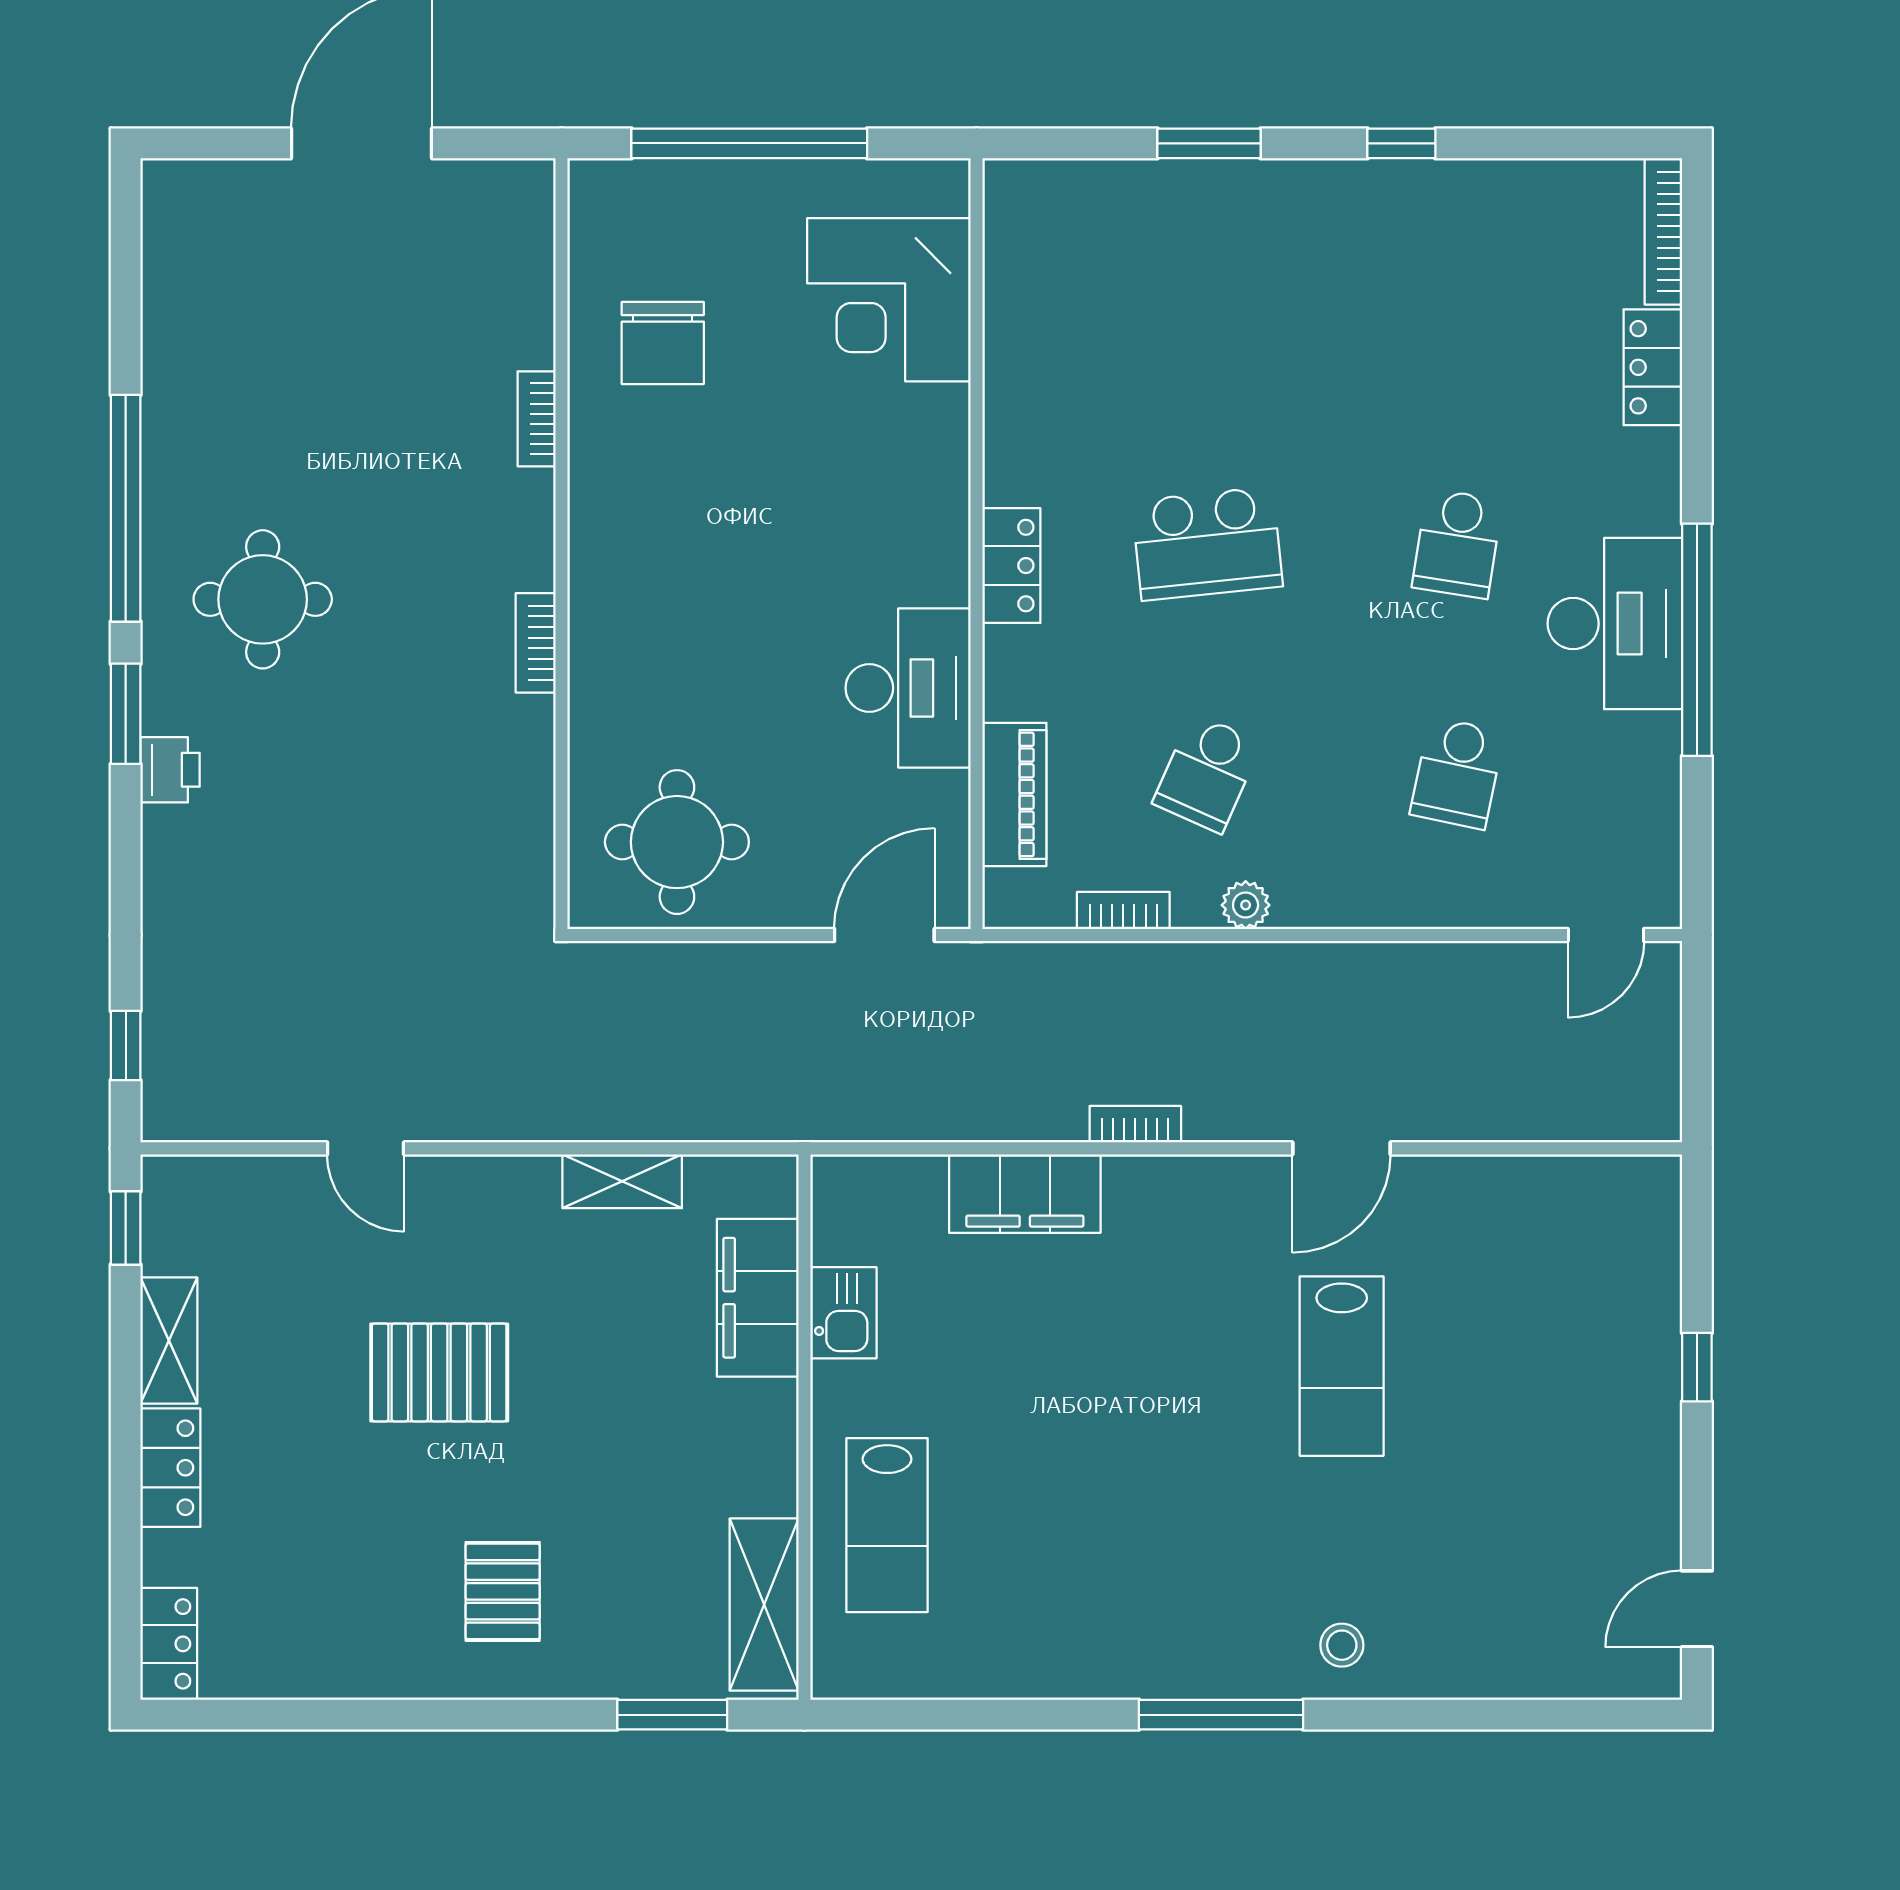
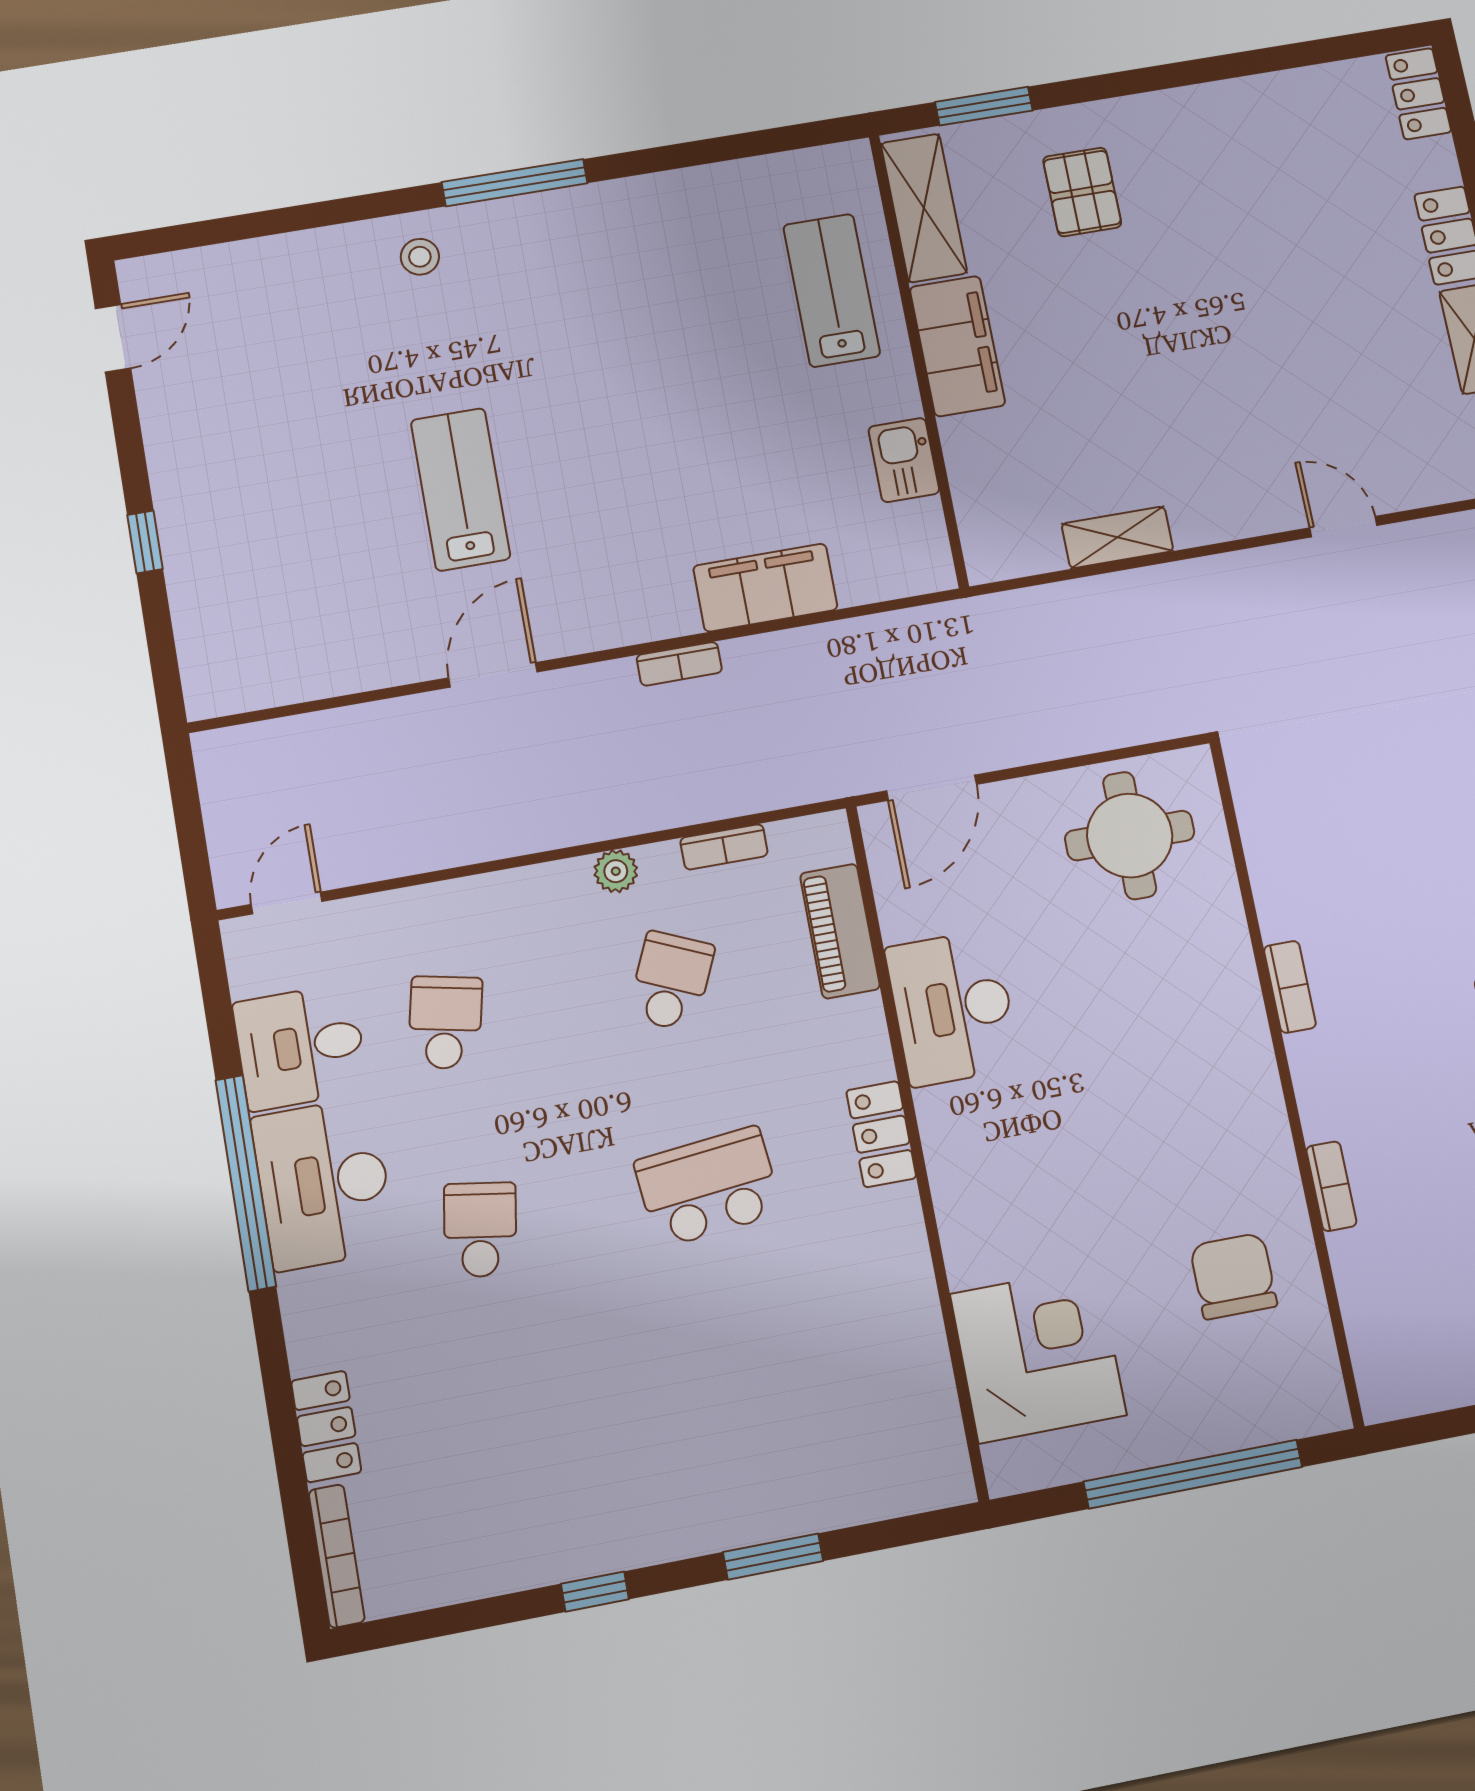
desk: (1616, 775) -> (300, 1047), added
filing cabinet: (758, 1298) -> (957, 346), moved
pallet: (439, 1372) -> (1240, 351), removed
pallet: (503, 1591) -> (1082, 192), moved

